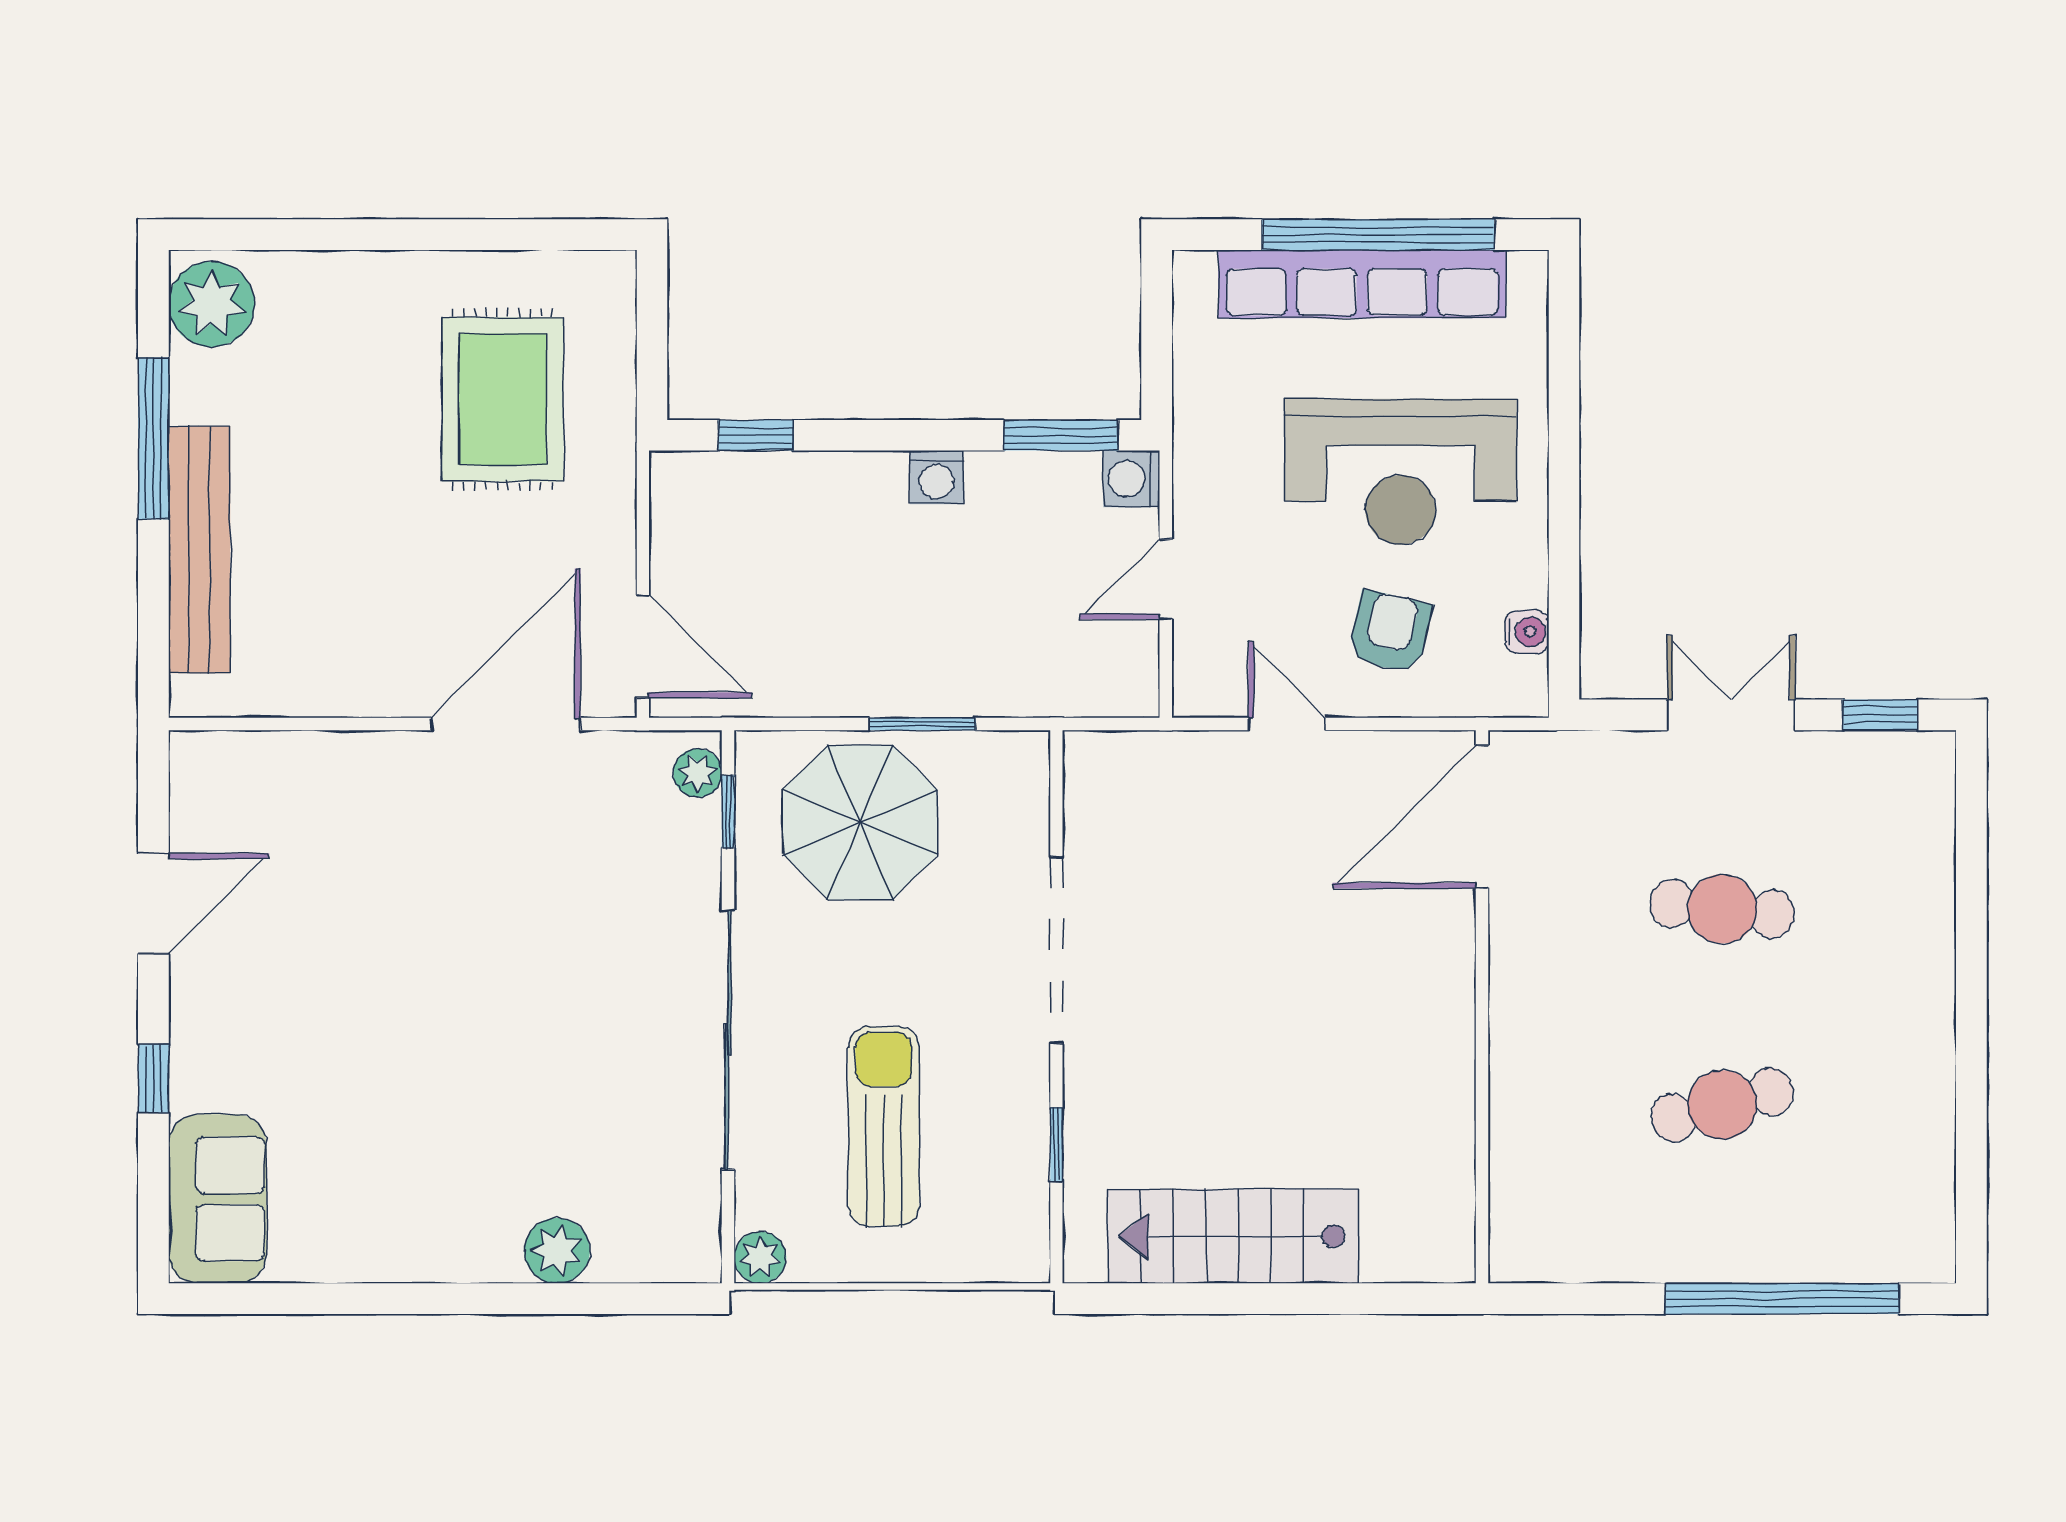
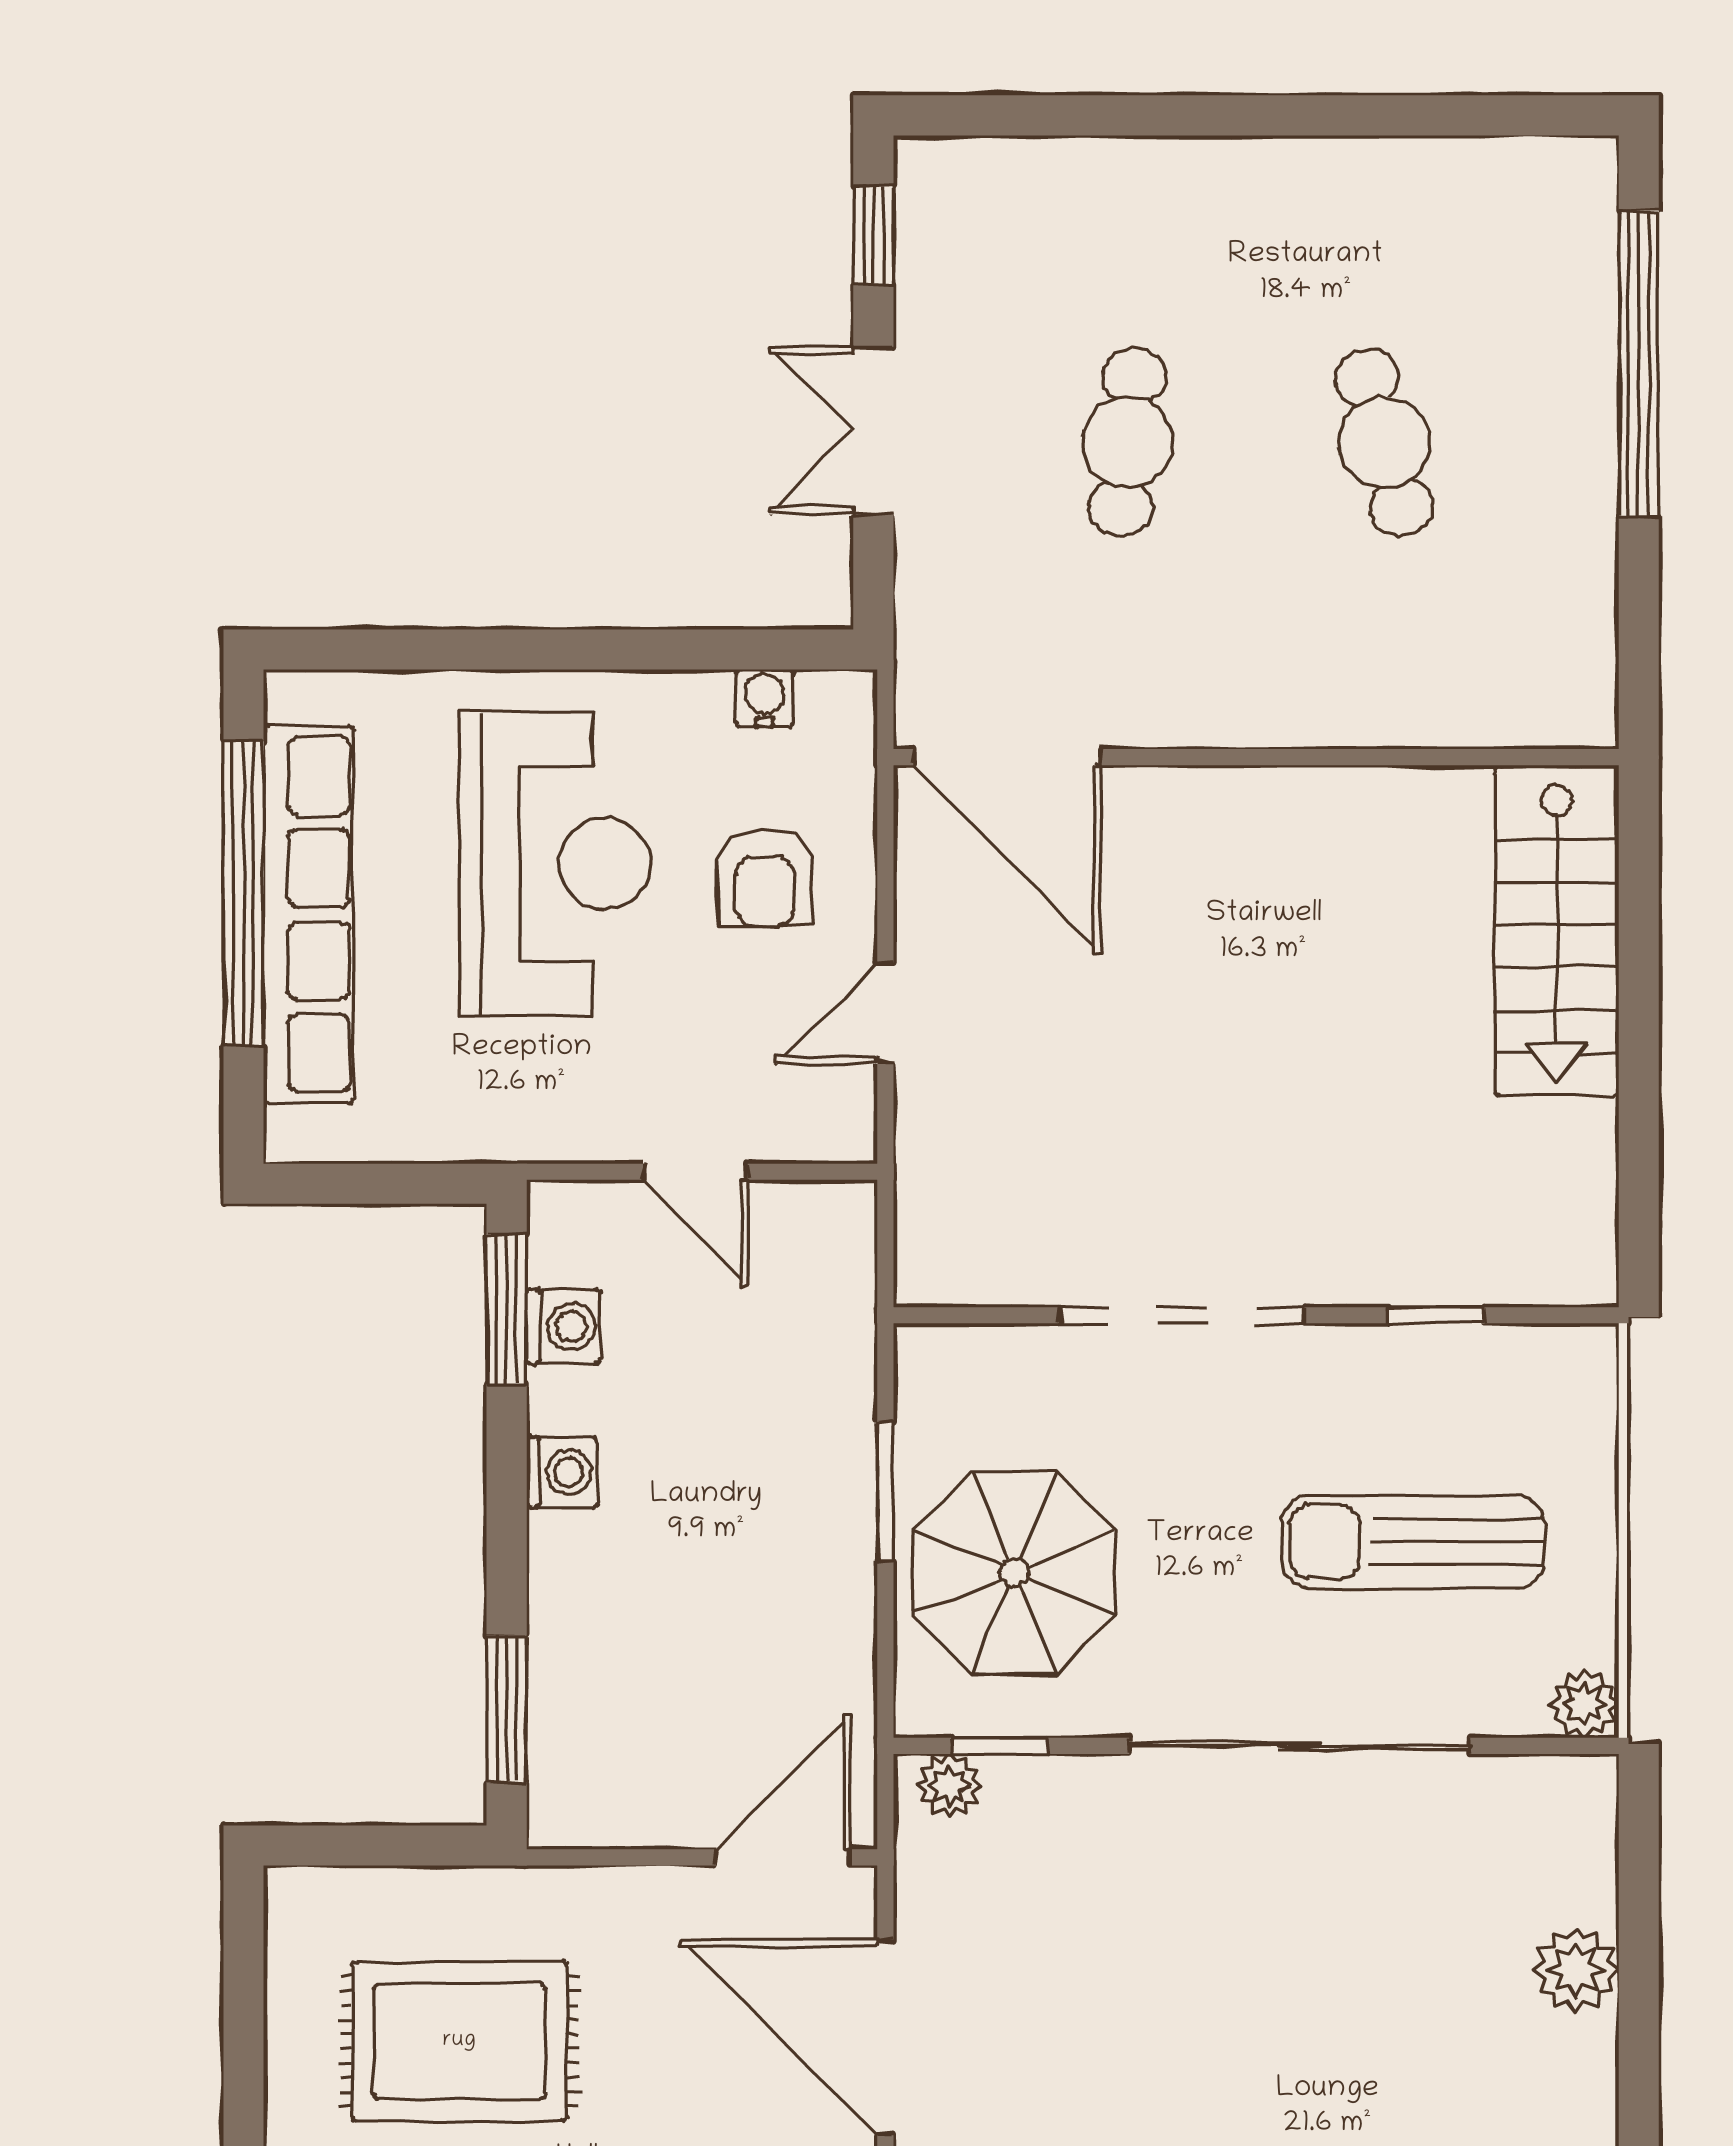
window: (756, 435) -> (507, 1709), width x1.50
washing machine: (1131, 479) -> (564, 1326), moved, turned -90
armchair: (1390, 632) -> (764, 878), turned -105
stairs: (1233, 1236) -> (1557, 931), moved

